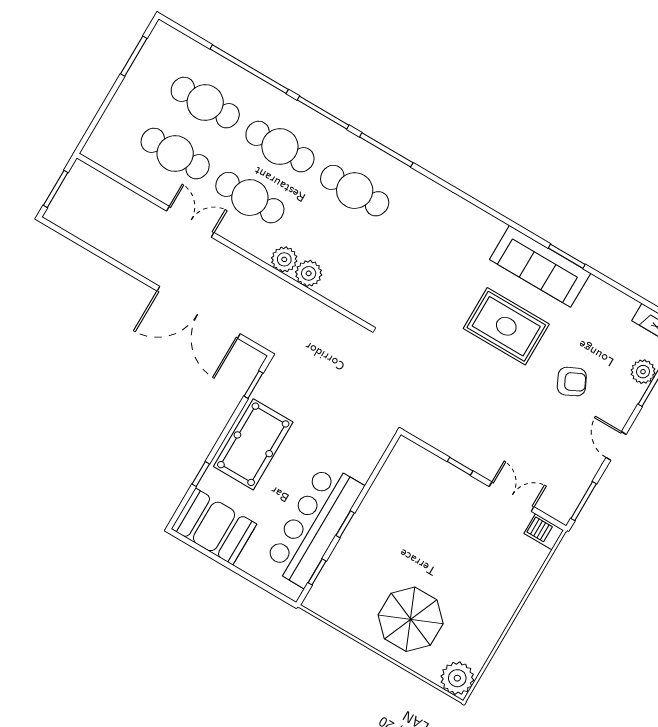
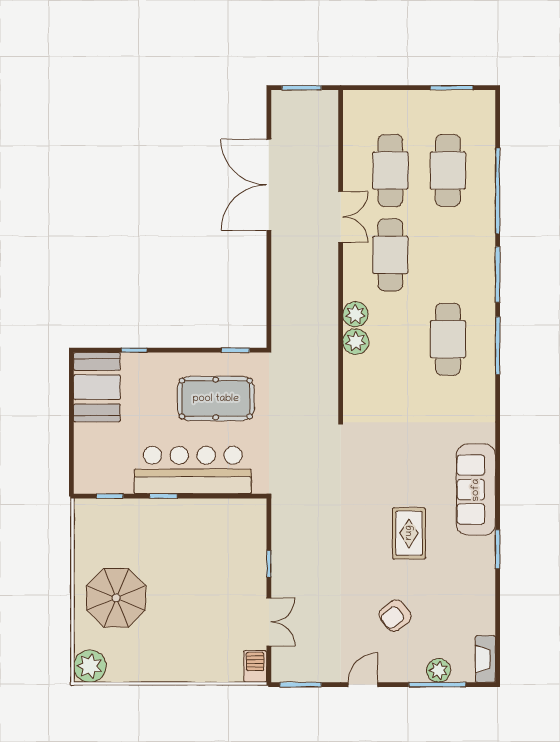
cafe table: (280, 147) -> (448, 255), removed
sofa: (540, 266) -> (476, 490), moved
double door: (199, 312) -> (269, 185), moved
rug: (506, 326) -> (409, 533), width x0.73, depth x0.70
armchair: (572, 382) -> (395, 616), turned 78
pool table: (253, 444) -> (216, 399), moved
bar counter: (314, 525) -> (193, 470), moved

